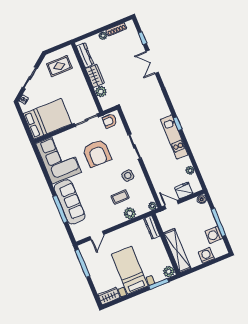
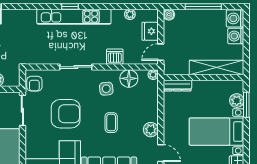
kitchen unit: (174, 137) -> (74, 17), width x1.36
dishwasher: (154, 172) -> (115, 57), added
floor lamp: (142, 189) -> (129, 78), added
coffee table: (120, 197) -> (111, 123), moved
plant: (130, 213) -> (151, 130), moved
washing machine: (214, 235) -> (235, 18), moved, turned 90
plant: (169, 272) -> (237, 101), moved

